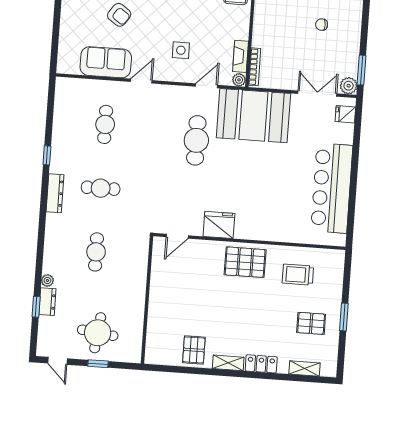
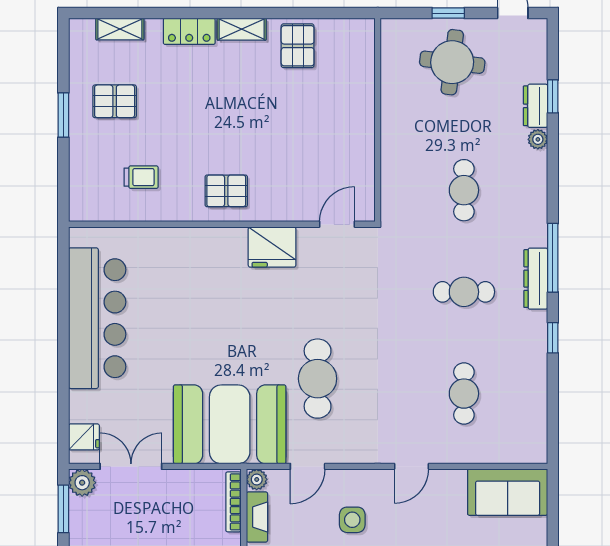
sofa: (106, 62) -> (508, 492), moved
double door: (317, 94) -> (131, 466), swing flipped
window: (43, 206) -> (553, 258), added
pallet: (245, 262) -> (226, 191), width x0.67, depth x0.71
trolley: (298, 275) -> (141, 177), width x0.73, depth x0.72

